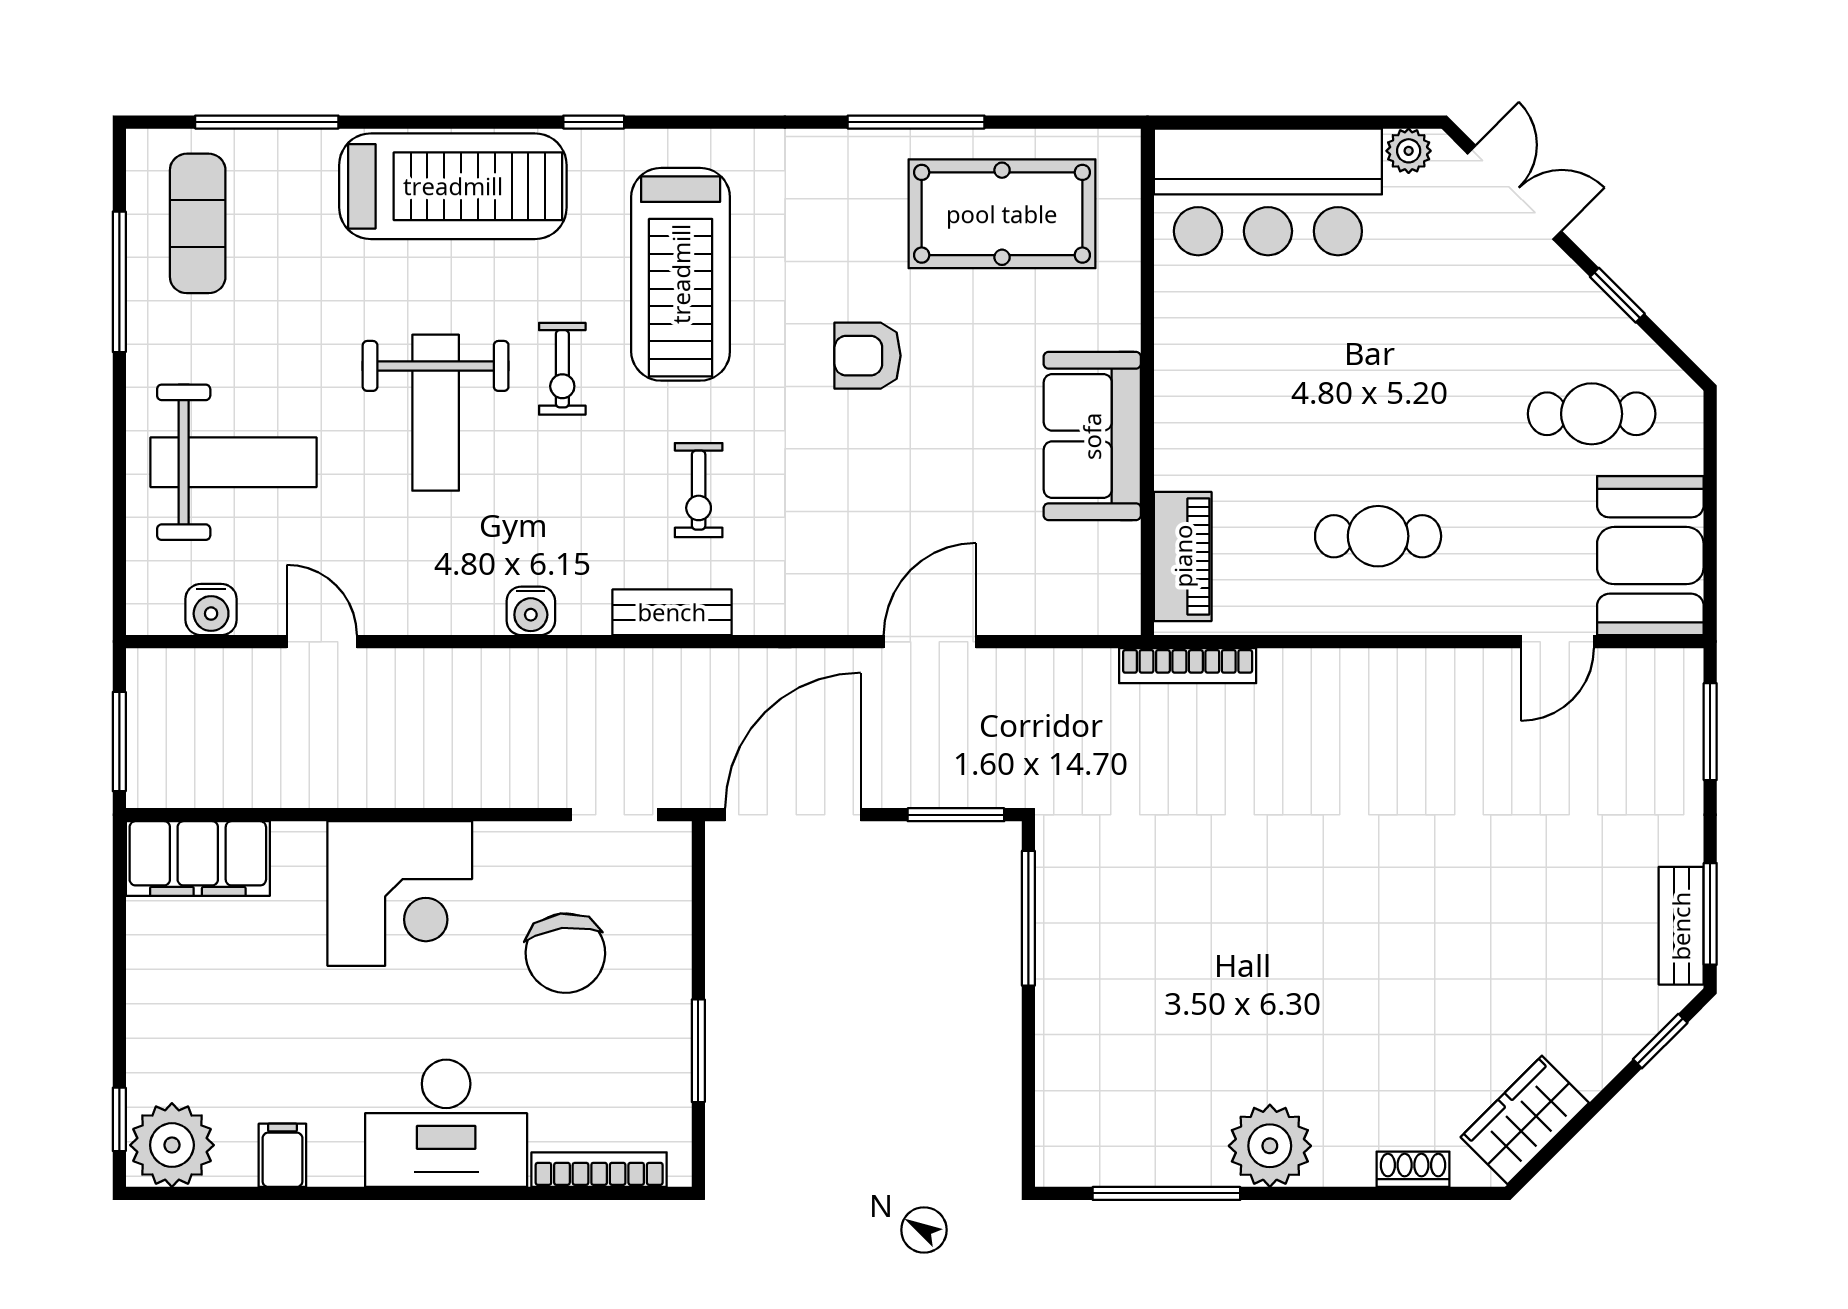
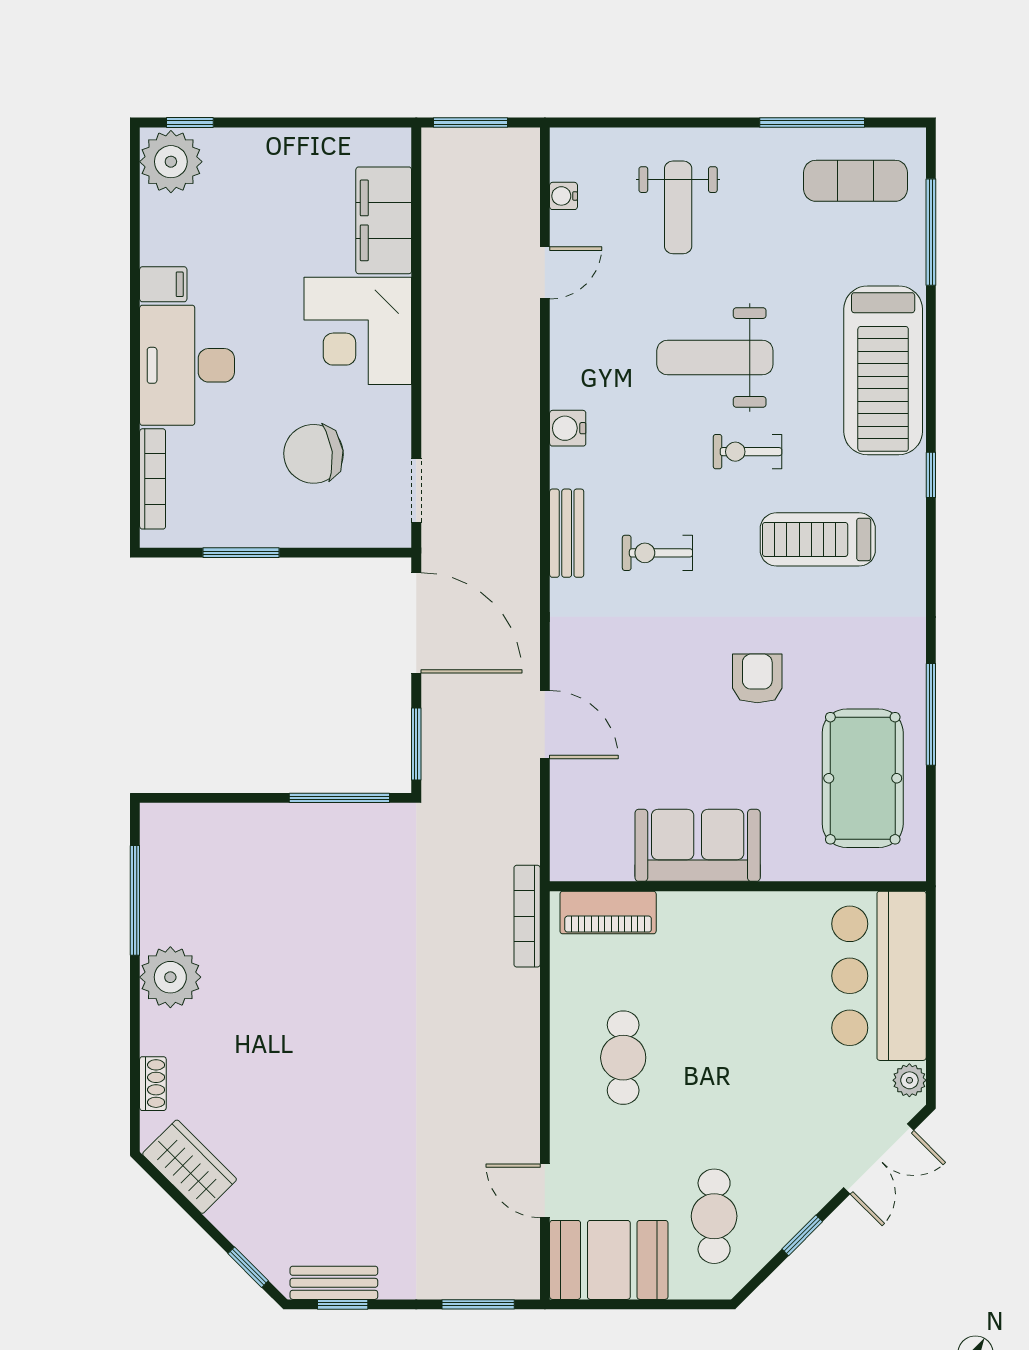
treadmill: (681, 274) -> (818, 539), width x0.73, depth x0.73
weight bench: (234, 462) -> (678, 207), width x0.73, depth x0.75
water cooler: (211, 609) -> (564, 196), width x0.72, depth x0.72
filing cabinet: (198, 859) -> (384, 220), moved
window: (1710, 914) -> (343, 1304), width x0.67
filing cabinet: (282, 1155) -> (163, 284), moved

